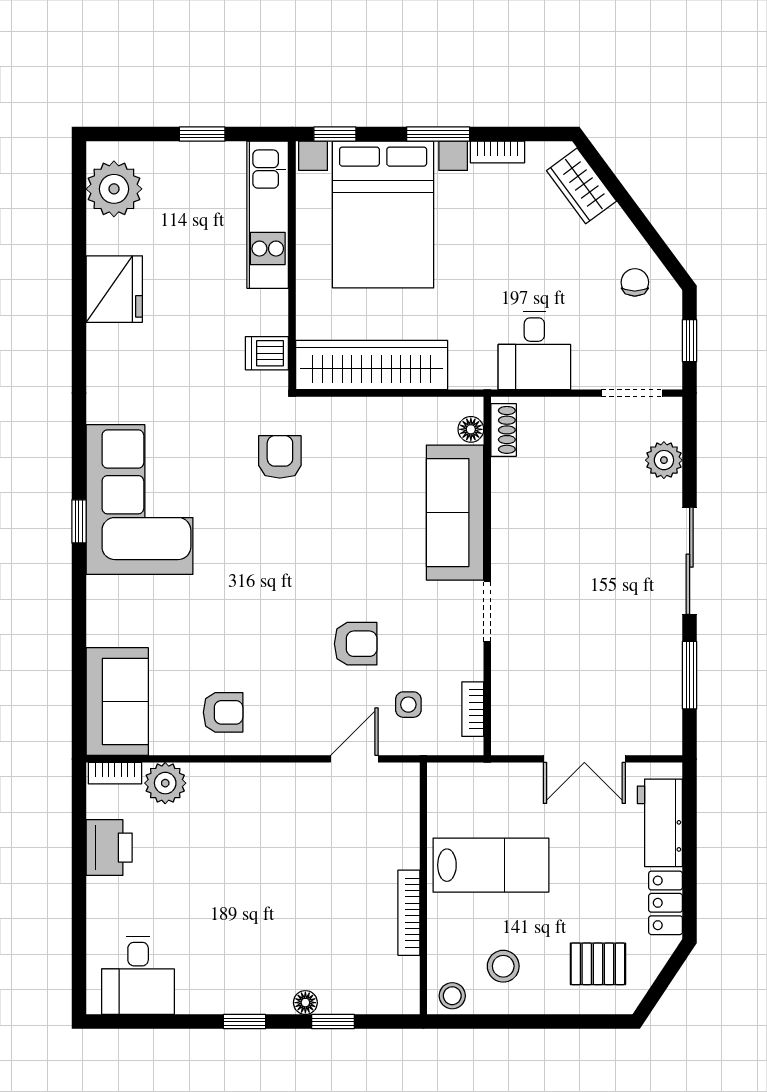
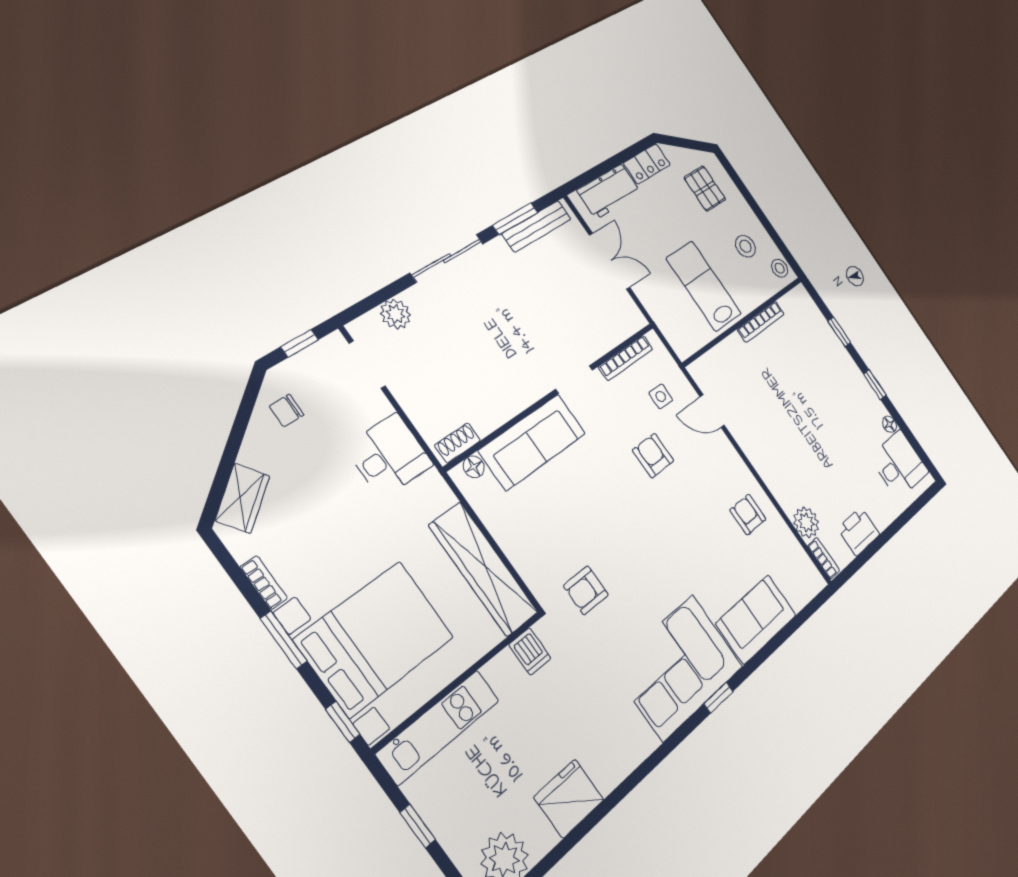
bench: (668, 696) -> (537, 226), added
sofa: (117, 701) -> (756, 619), moved
bookcase: (473, 709) -> (626, 358), width x1.56
floor lamp: (305, 1003) -> (889, 424), moved

